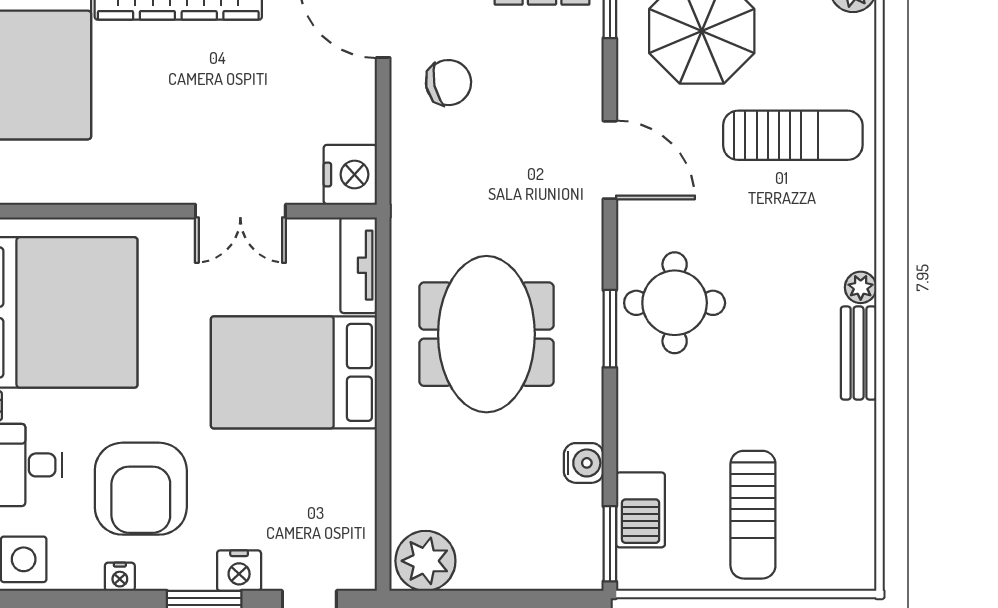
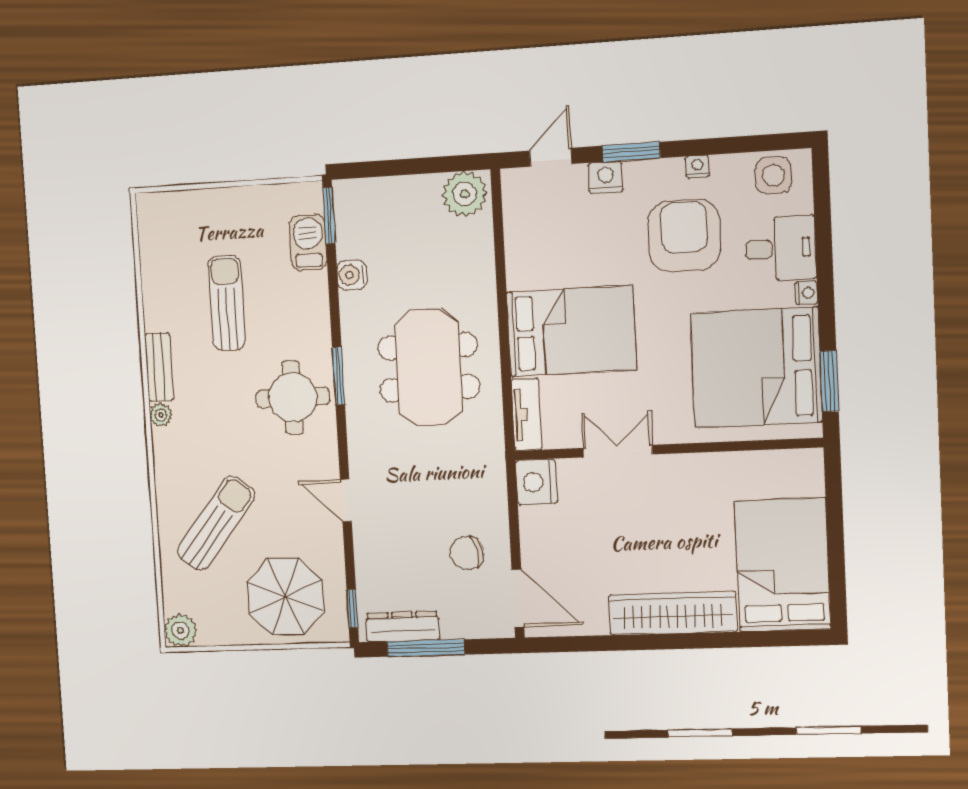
sun lounger: (793, 135) -> (216, 523), turned 128
door: (610, 160) -> (346, 500), width x0.73
sun lounger: (753, 515) -> (227, 303), moved

